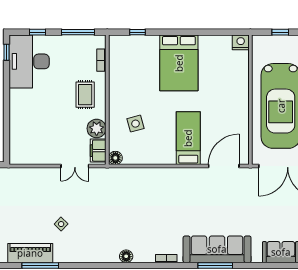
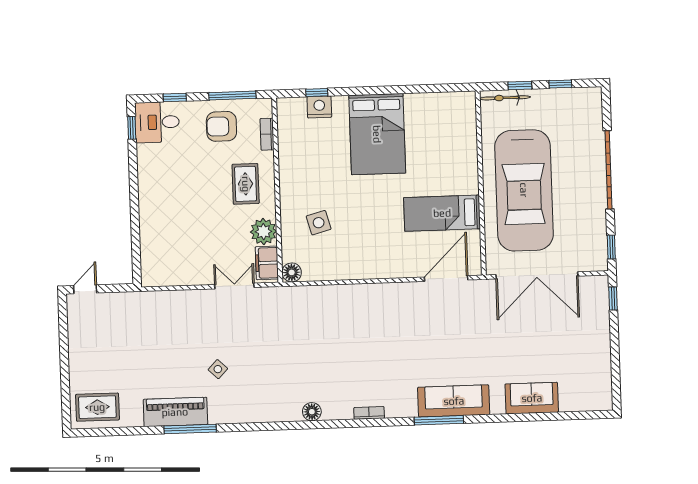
bicycle: (270, 40) -> (505, 98), added
nightstand: (241, 42) -> (319, 107), moved
armchair: (70, 54) -> (221, 126), added
desk: (29, 61) -> (157, 122), width x0.53, depth x0.77
bed: (188, 138) -> (442, 213), moved, turned -90
double door: (75, 166) -> (234, 286), swing flipped
sofa: (217, 249) -> (454, 401), width x0.74, depth x0.79

